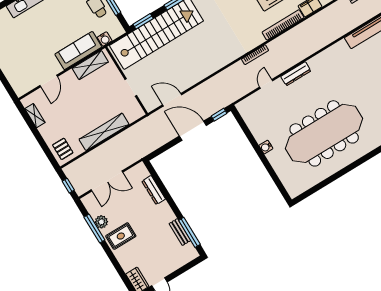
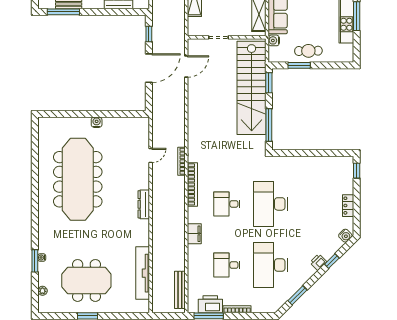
bookcase: (283, 25) -> (192, 184), moved
dresser: (296, 74) -> (144, 204), moved
door: (266, 84) -> (151, 156), hinge flipped
window: (219, 115) -> (149, 34), moved

